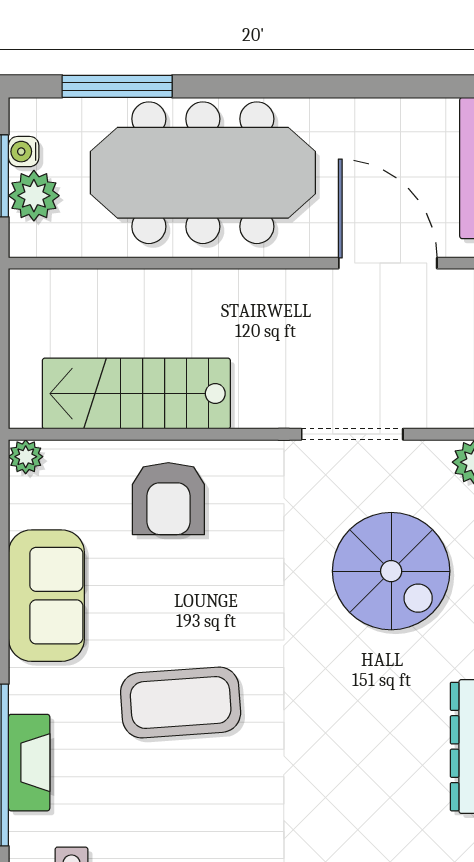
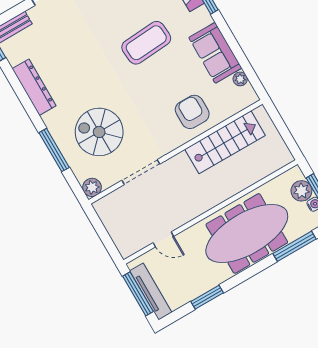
window: (366, 86) -> (207, 297), added
door: (388, 263) -> (163, 239), width x0.53
plant: (26, 457) -> (240, 79), moved

